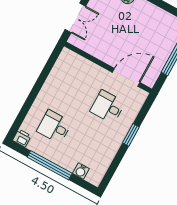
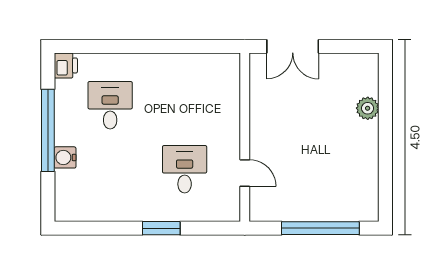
door: (126, 77) -> (245, 173), width x0.53
water cooler: (81, 171) -> (65, 157), moved

